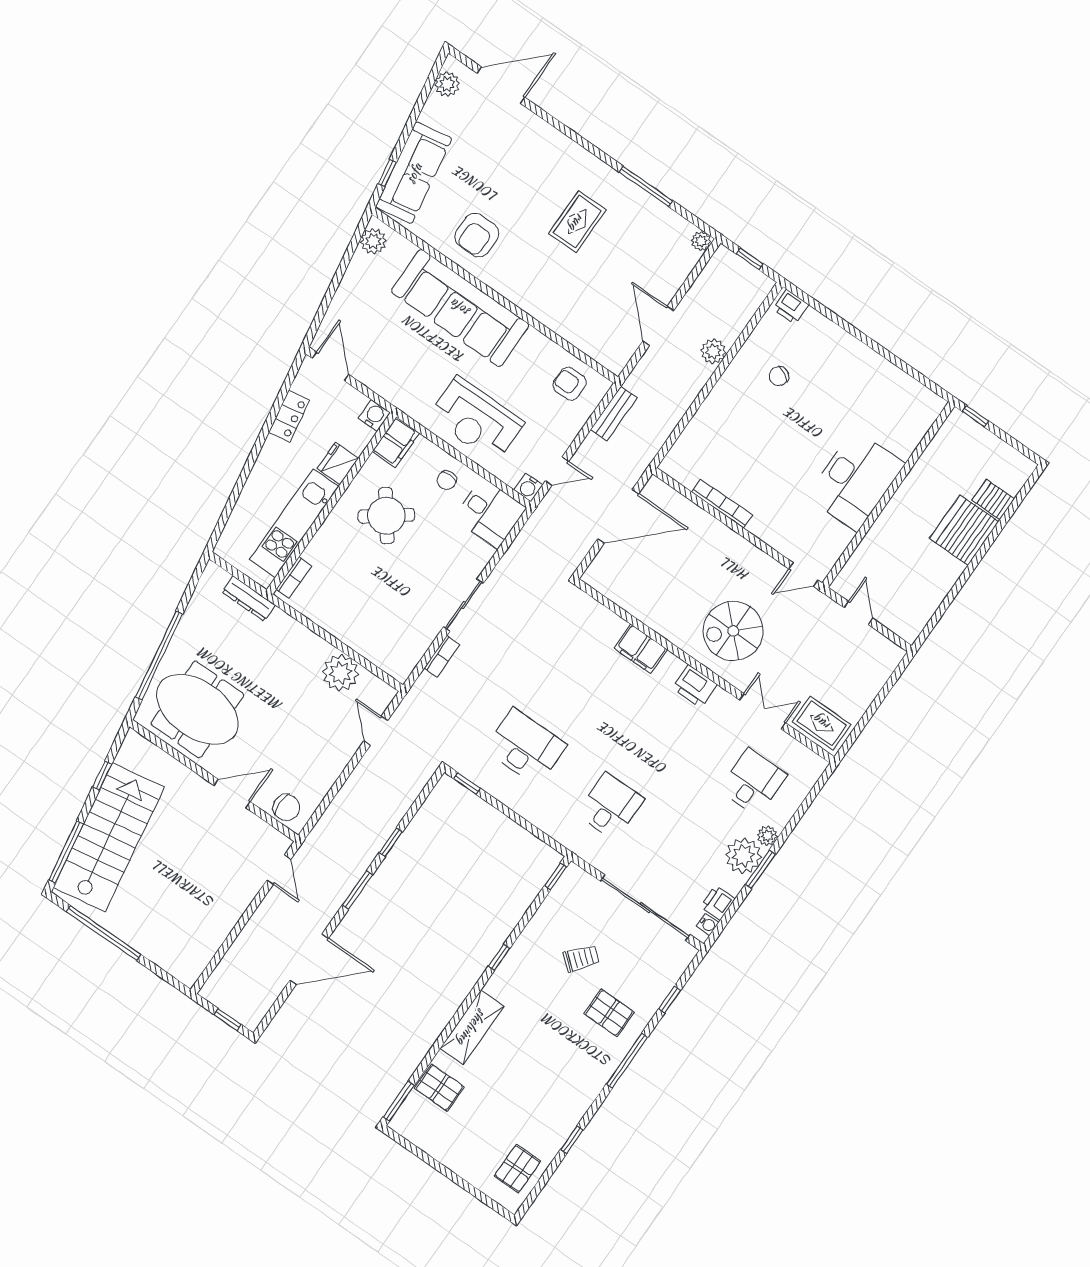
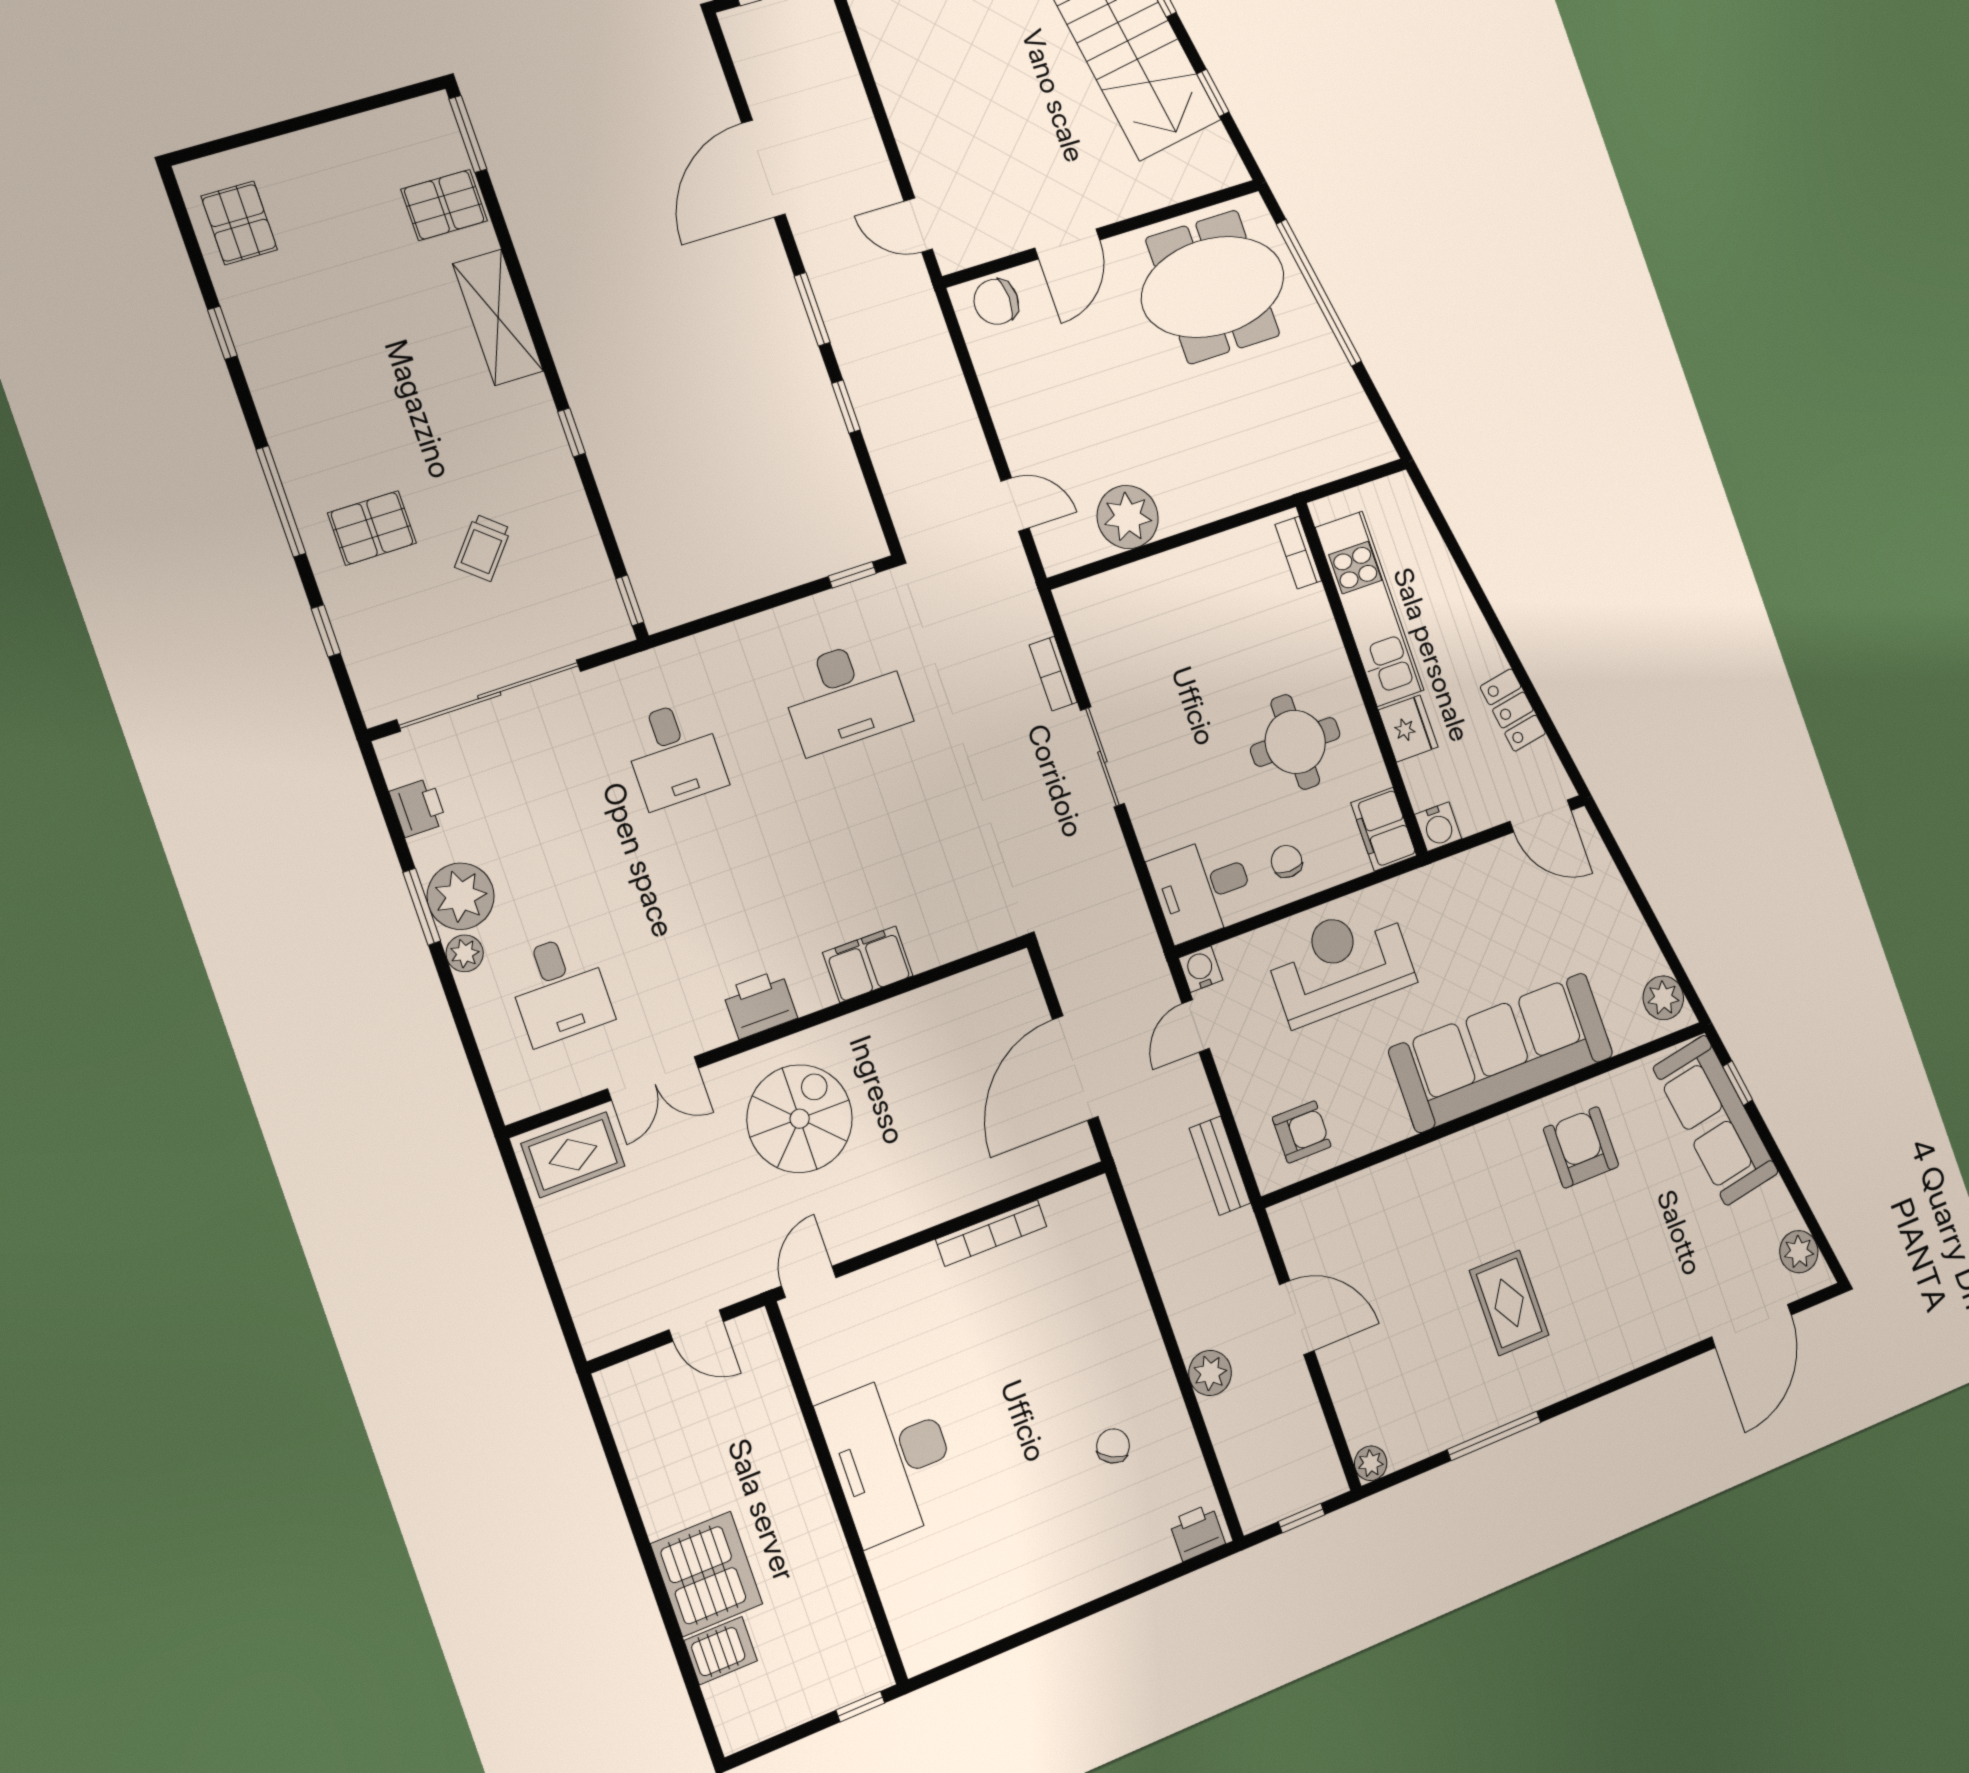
round table: (386, 516) -> (1295, 742), turned 37
dresser: (249, 599) -> (1312, 470), removed
water cooler: (708, 924) -> (397, 769), removed

